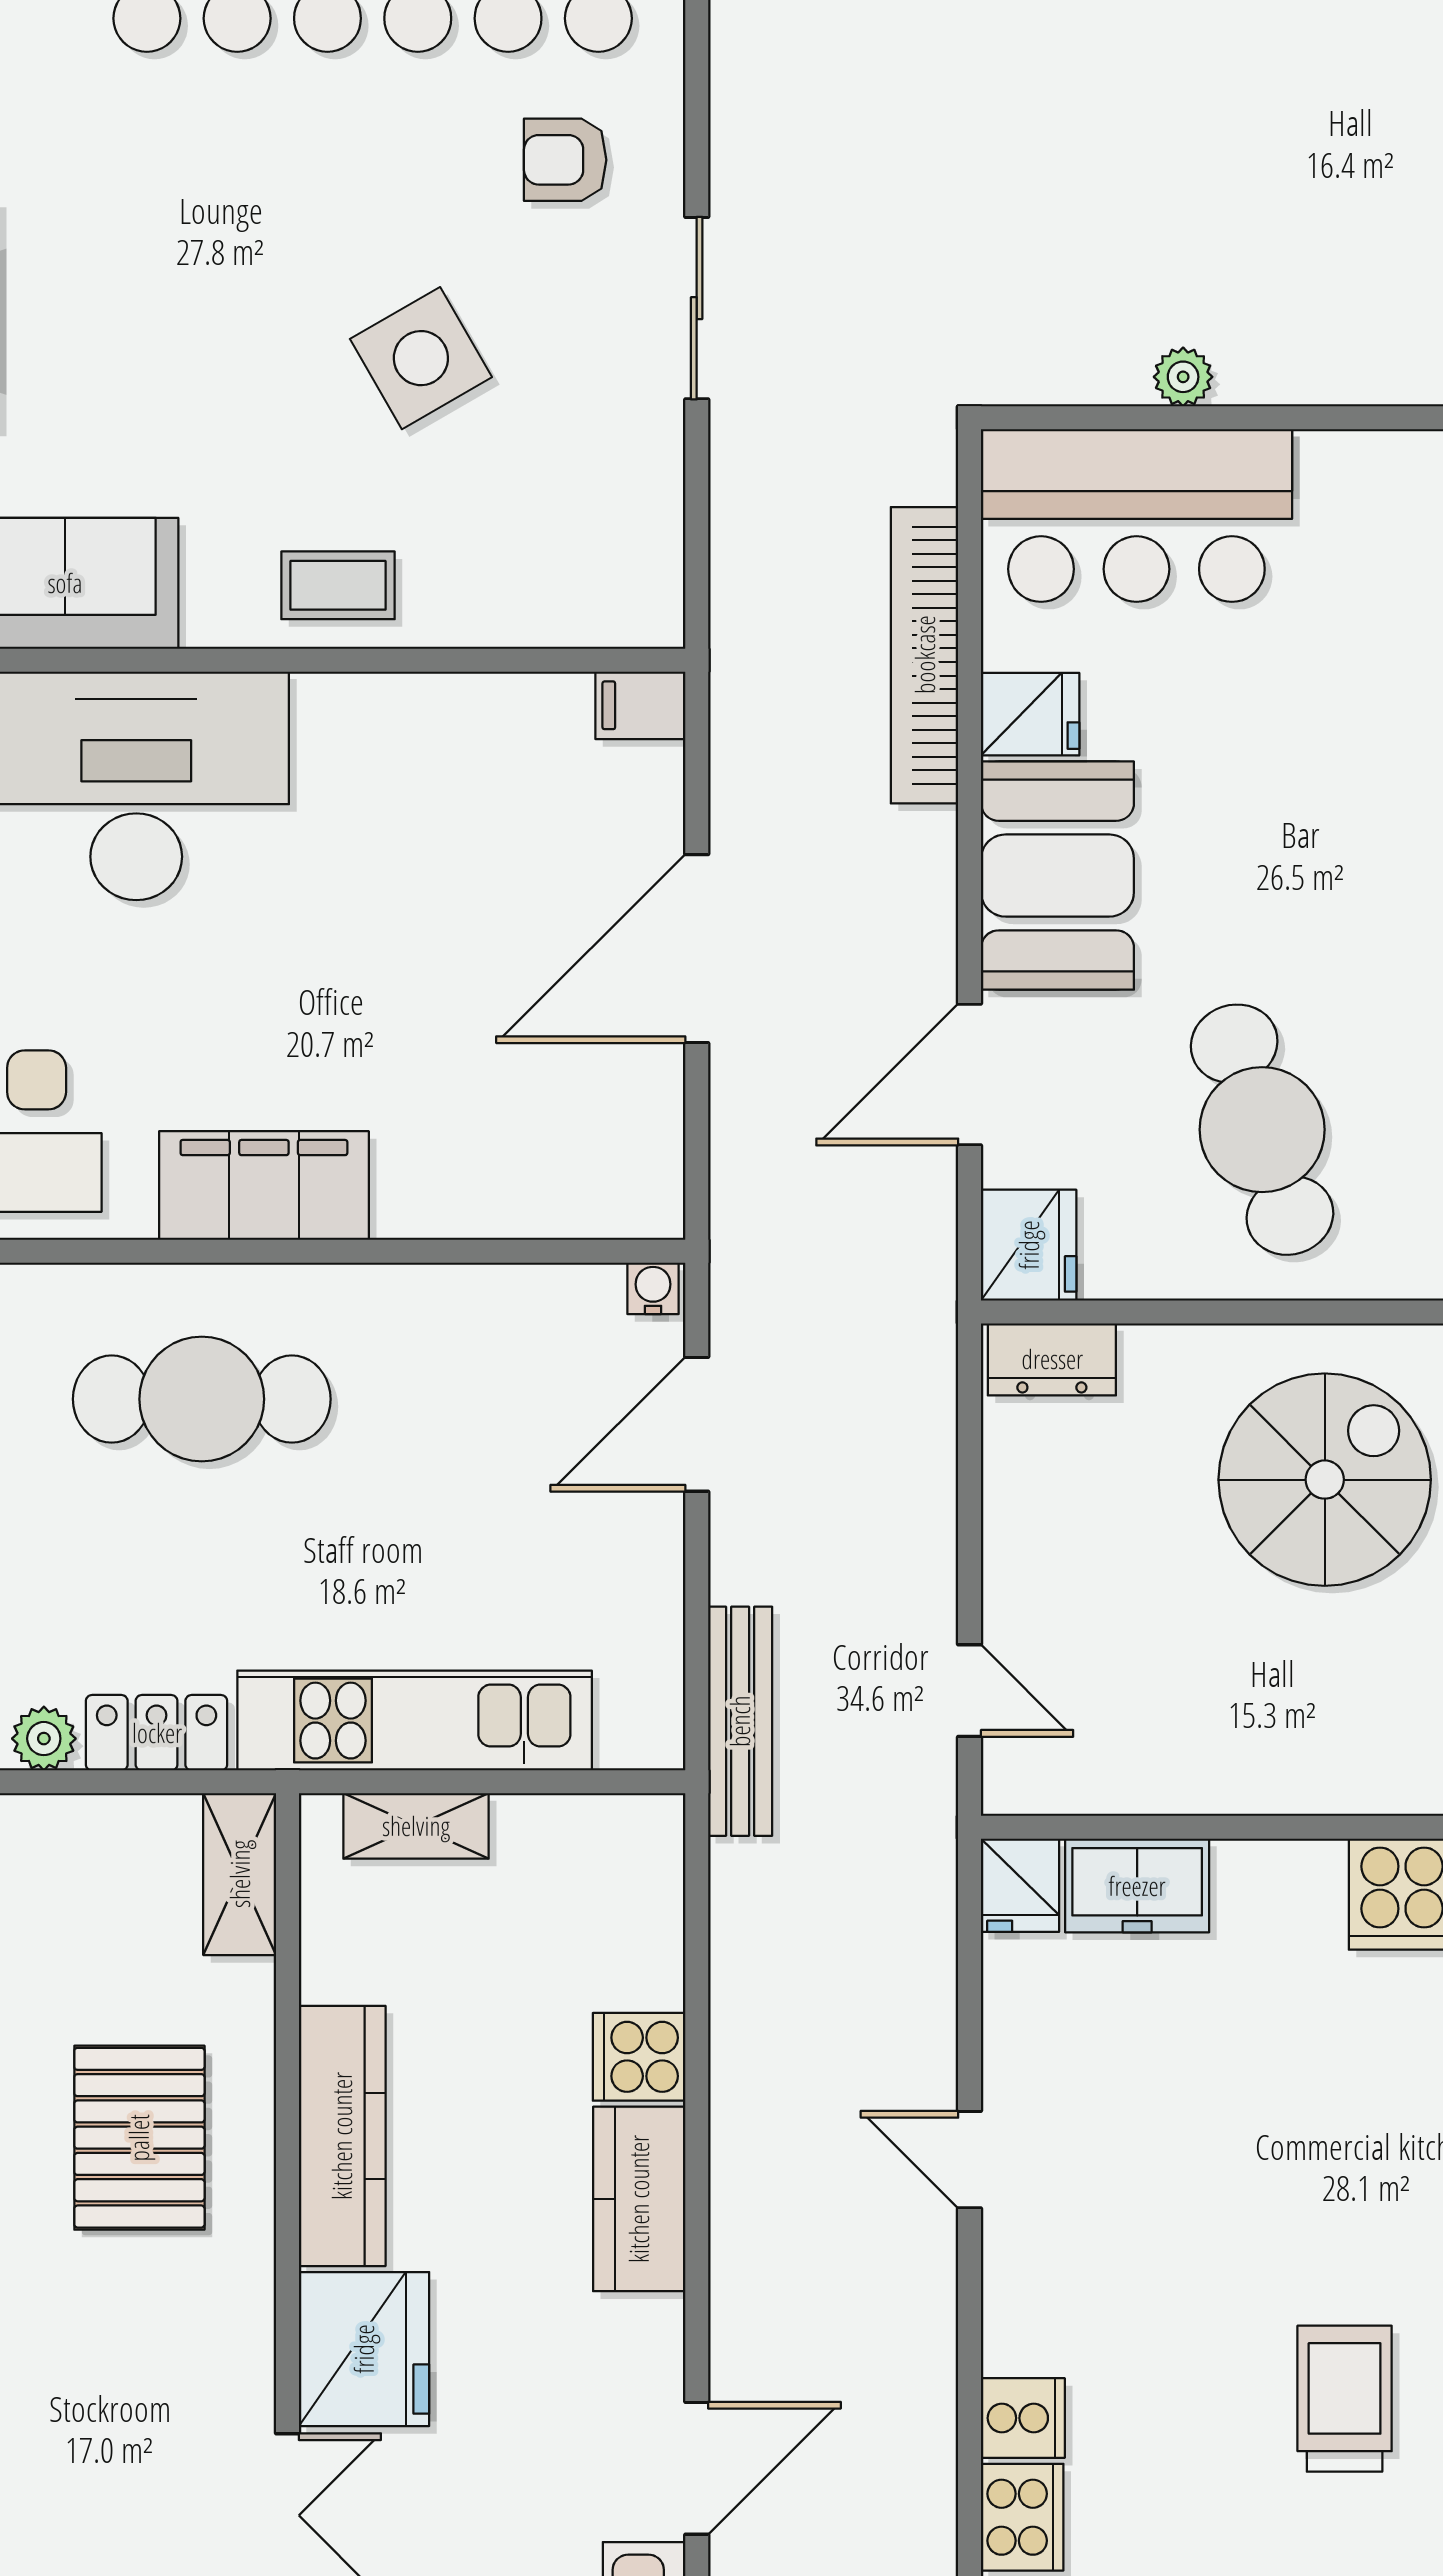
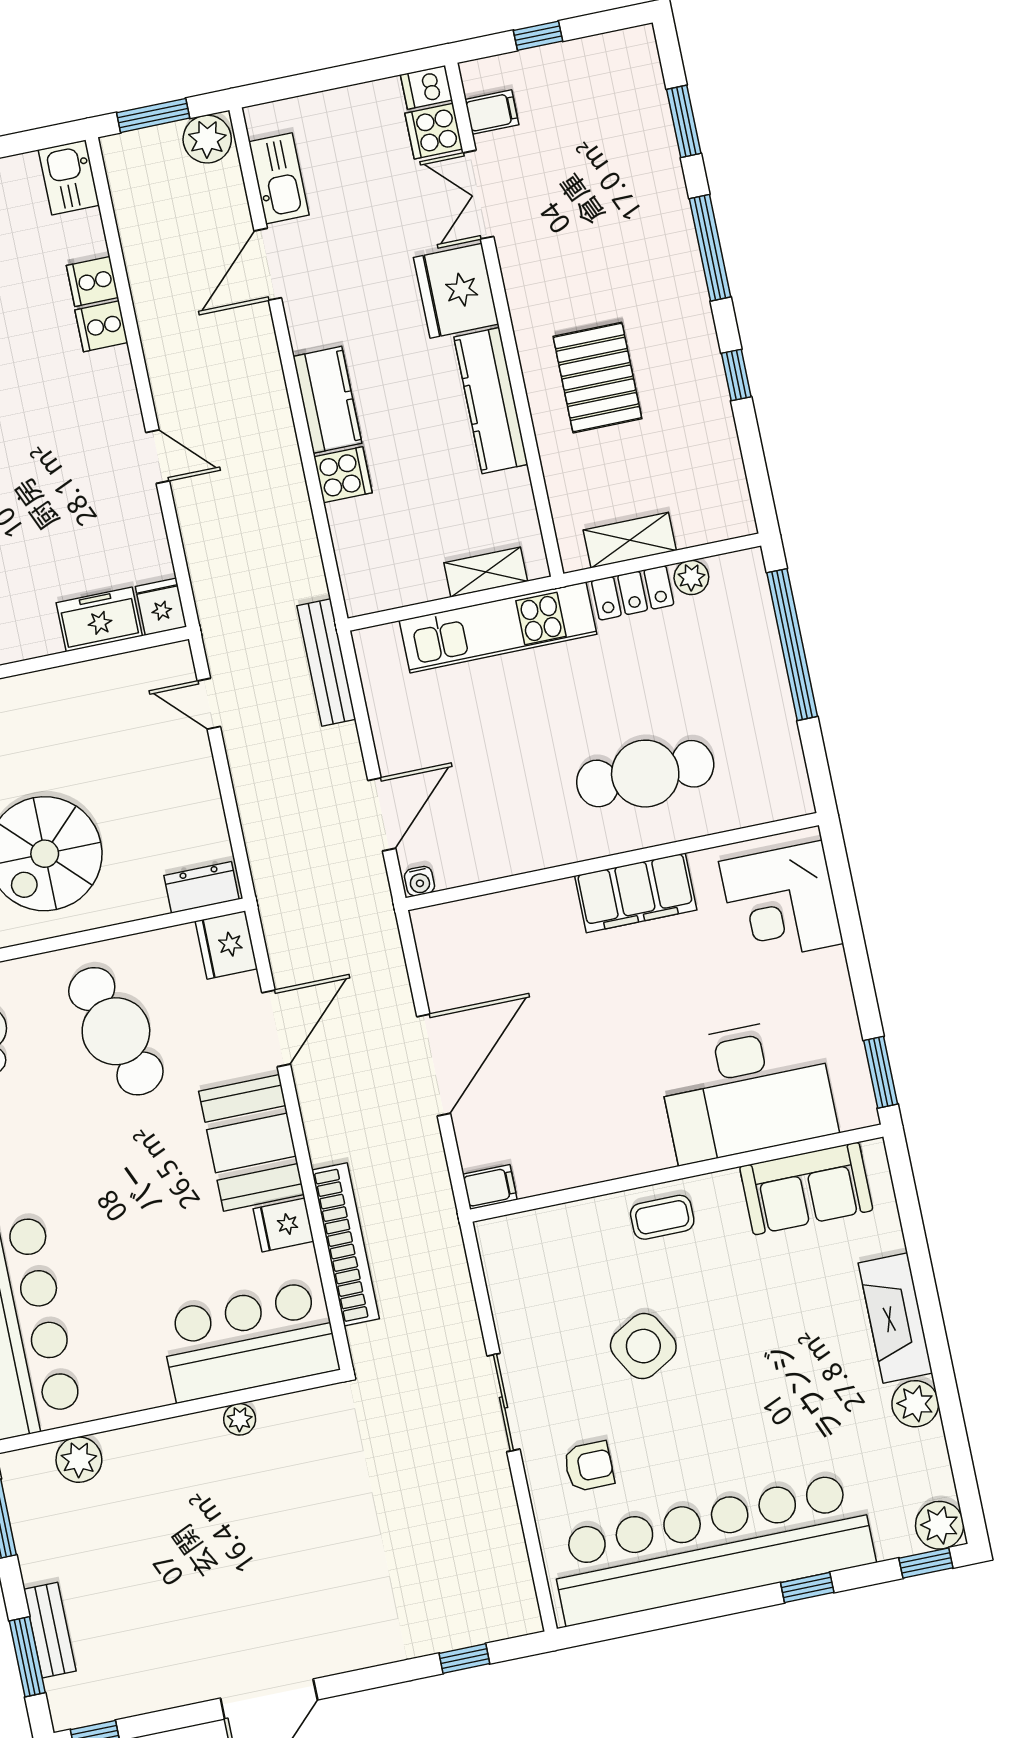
shelving: (240, 1874) -> (630, 540), moved, turned 90
cooker: (1022, 2517) -> (92, 281), width x0.73

